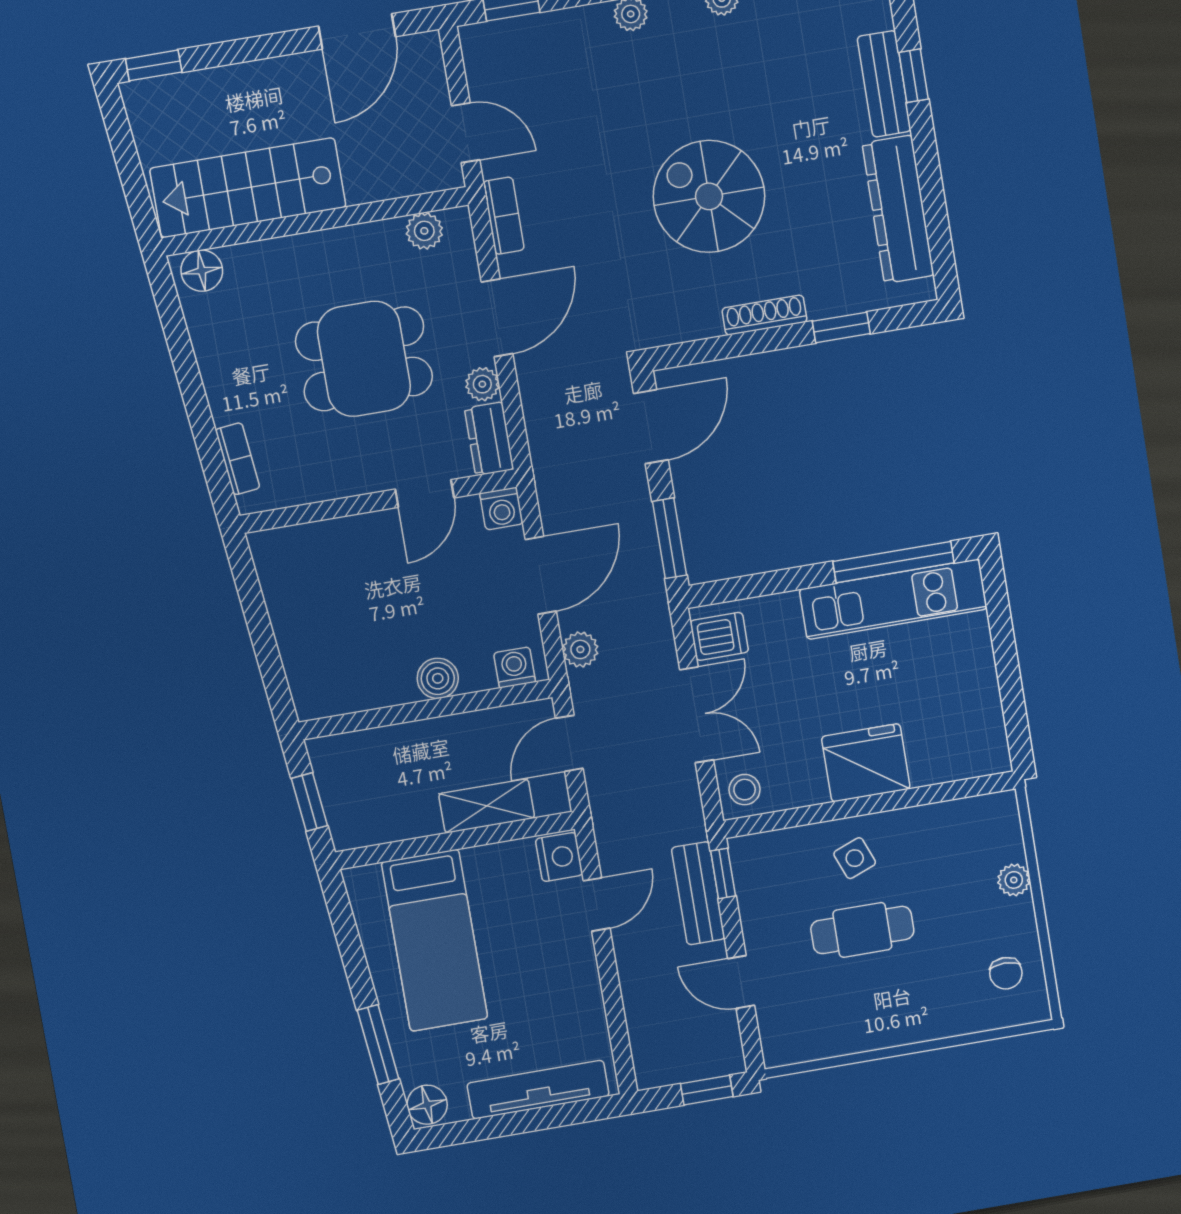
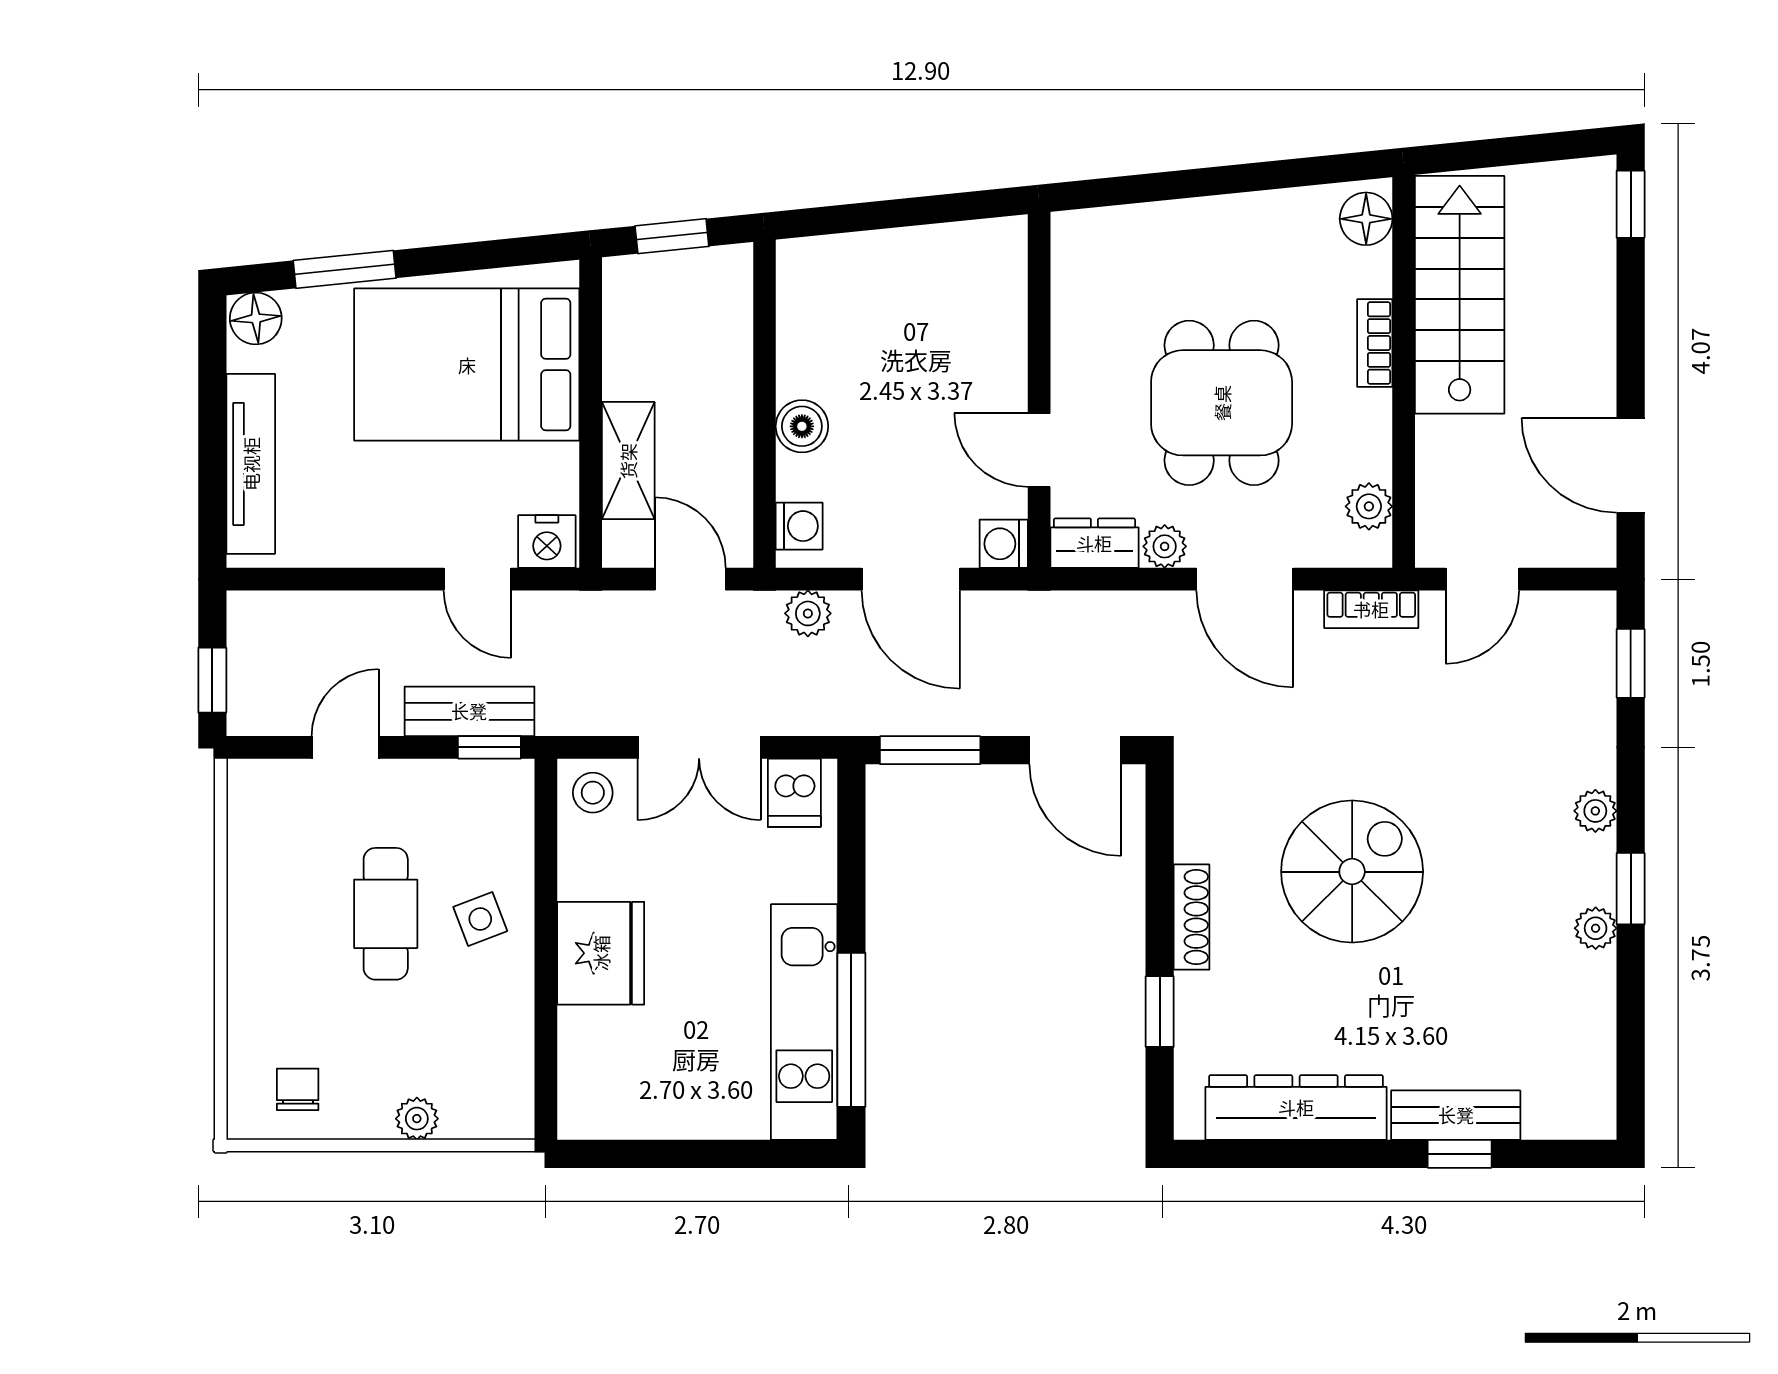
bookcase: (238, 459) -> (1375, 343), moved, turned 96
bed: (435, 940) -> (467, 365), width x1.50
chair: (1006, 973) -> (298, 1089), turned 90

